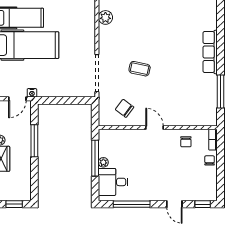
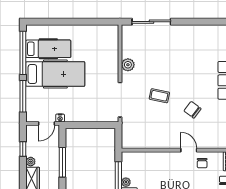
plant: (105, 17) -> (128, 65), moved
chair: (125, 108) -> (192, 110), moved
door: (155, 128) -> (189, 150), moved

